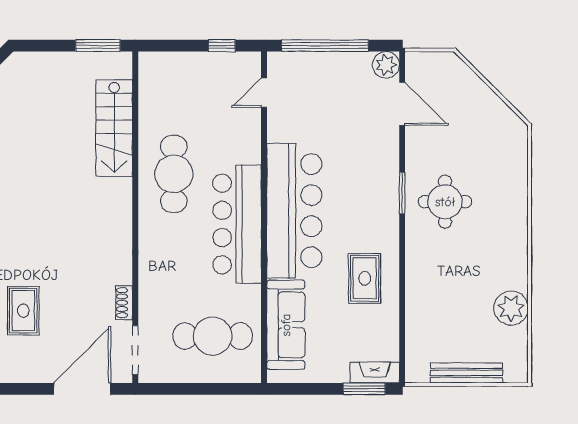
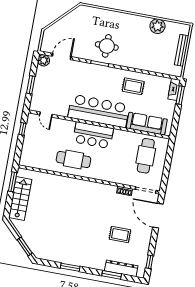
window: (325, 46) -> (31, 85), width x0.47
stairs: (114, 128) -> (20, 198), moved, turned -90
bar counter: (237, 224) -> (93, 135), width x0.73

